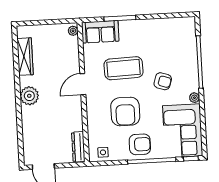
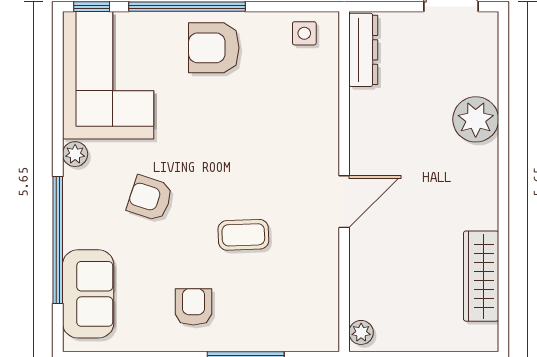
sofa: (100, 32) -> (88, 294), moved, turned 90
coffee table: (124, 68) -> (243, 235), width x0.54, depth x0.58
plant: (29, 96) -> (476, 119), moved
armchair: (125, 111) -> (193, 307), moved, width x0.53, depth x0.53

